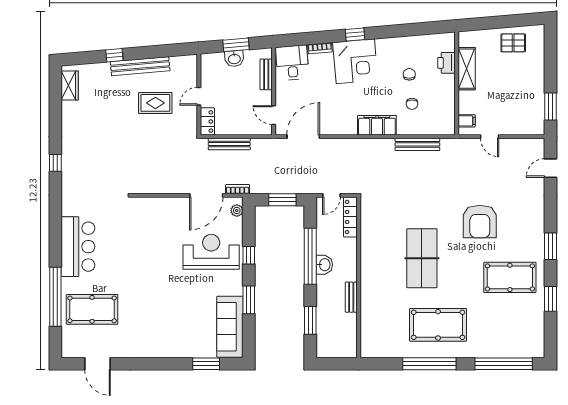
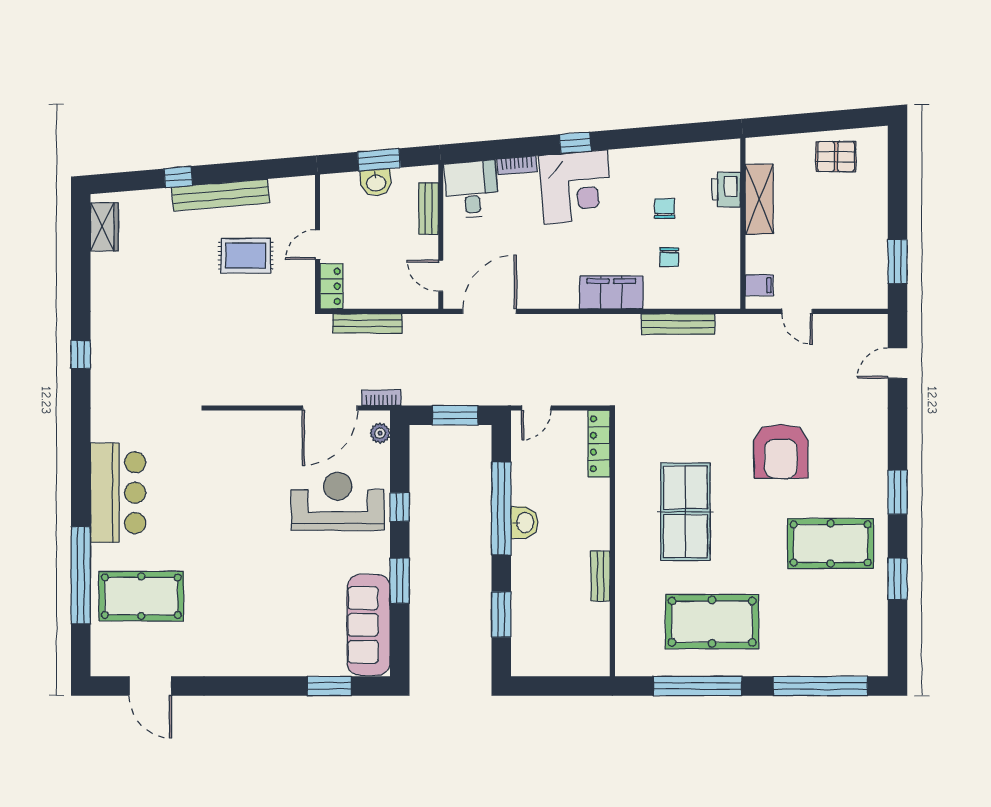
locker: (350, 217) -> (599, 444), moved
wall: (359, 277) -> (612, 543), moved
bench: (351, 297) -> (600, 576), moved

